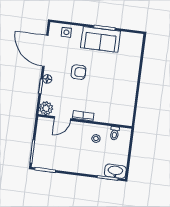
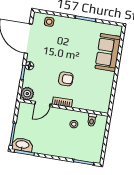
sofa: (101, 39) -> (108, 52), moved, turned 90
armchair: (79, 72) -> (66, 79), moved
washbasin: (115, 171) -> (22, 145), moved

